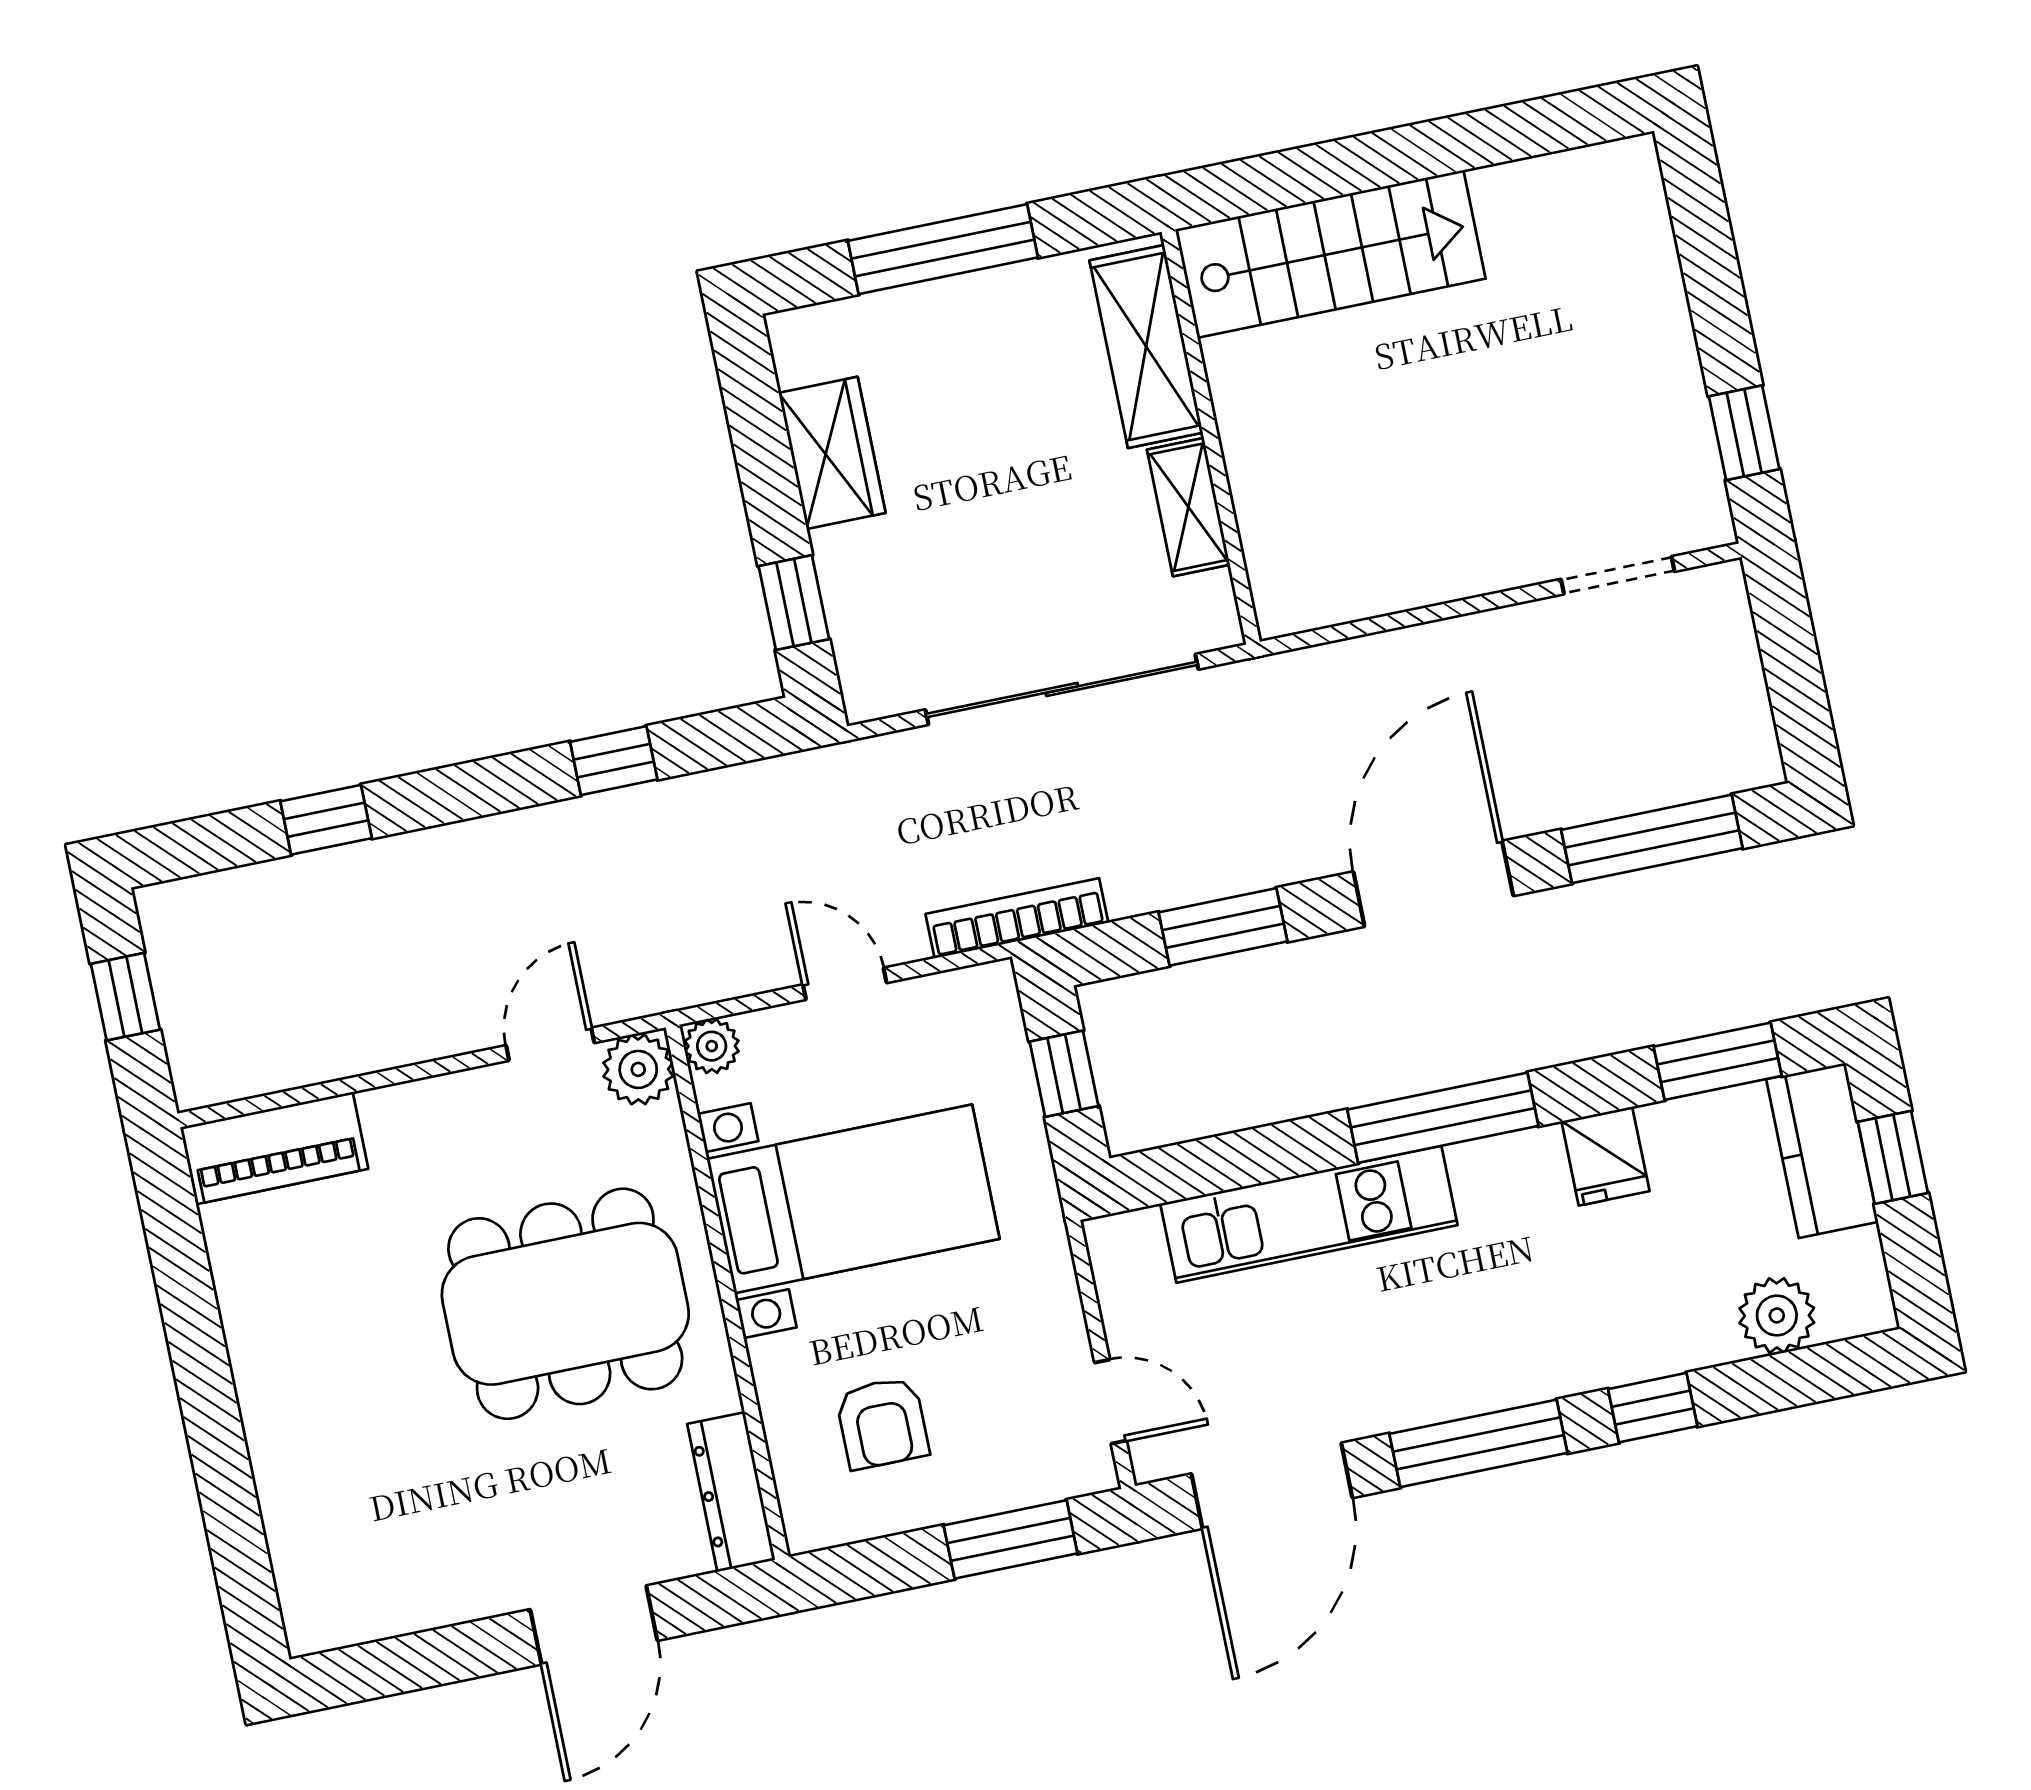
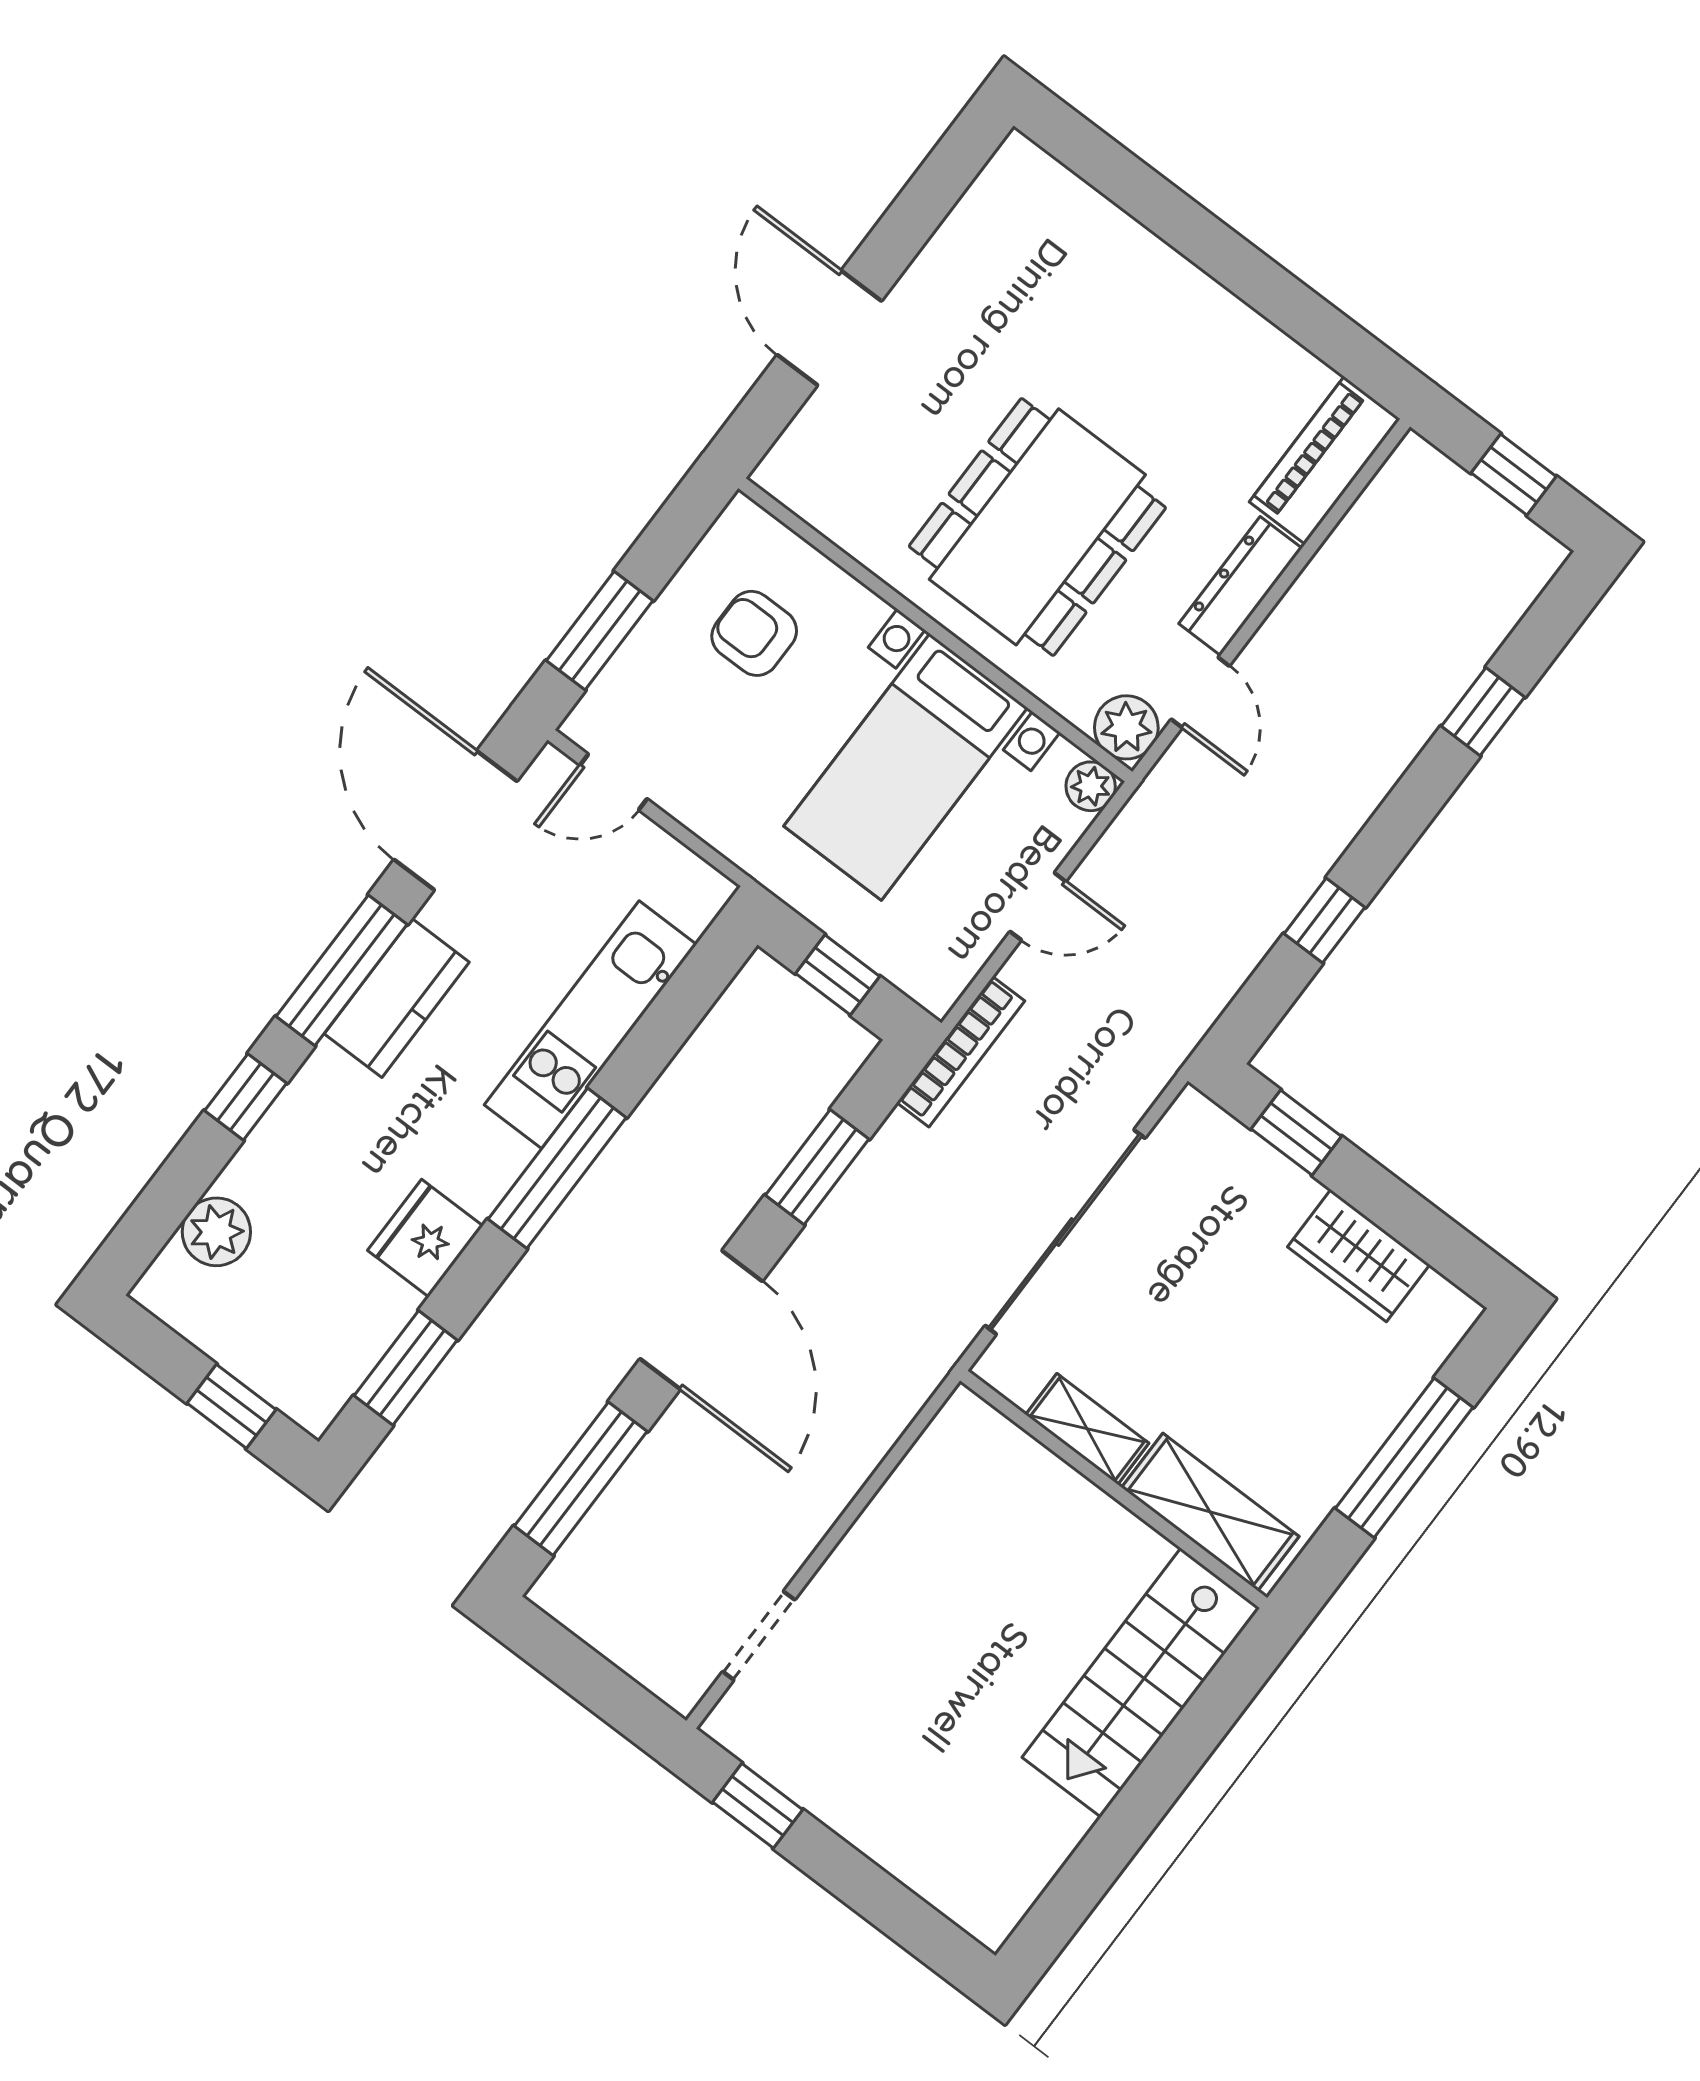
kitchen counter: (1822, 1150) -> (397, 998), moved, turned 90
fridge: (1605, 1156) -> (425, 1238), width x1.38
dresser: (731, 1492) -> (1240, 586), moved, turned -90

